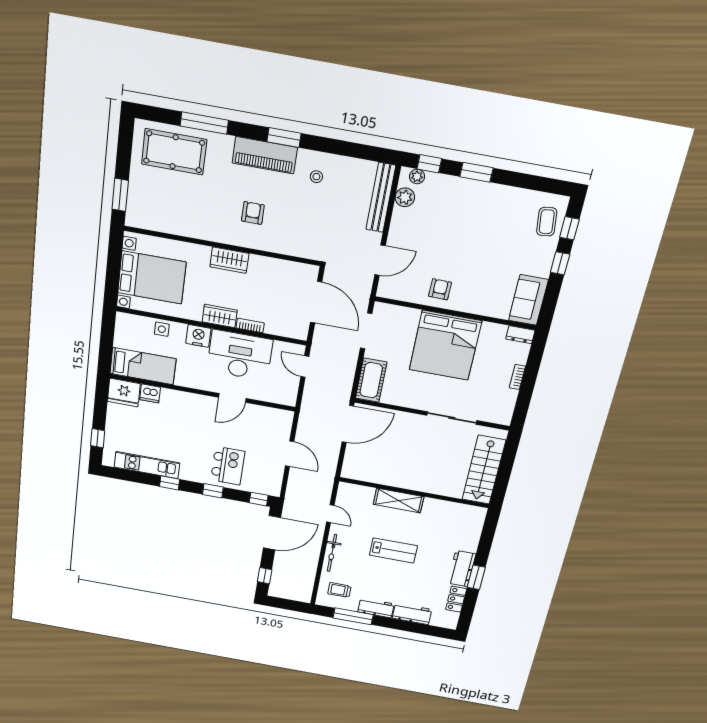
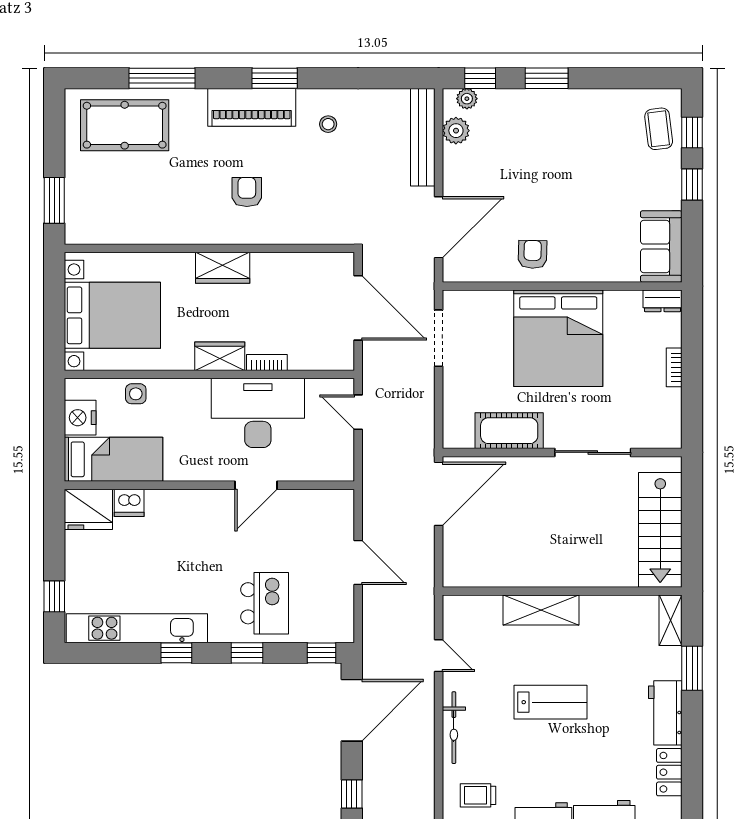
door: (380, 260) -> (439, 227), width x1.36
nightstand: (198, 336) -> (80, 418), moved, turned -90
cot: (371, 380) -> (509, 431), moved, turned 90
kitchen unit: (147, 465) -> (137, 628), width x1.36
shelving: (477, 521) -> (671, 620), added
window: (476, 577) -> (692, 668), moved

